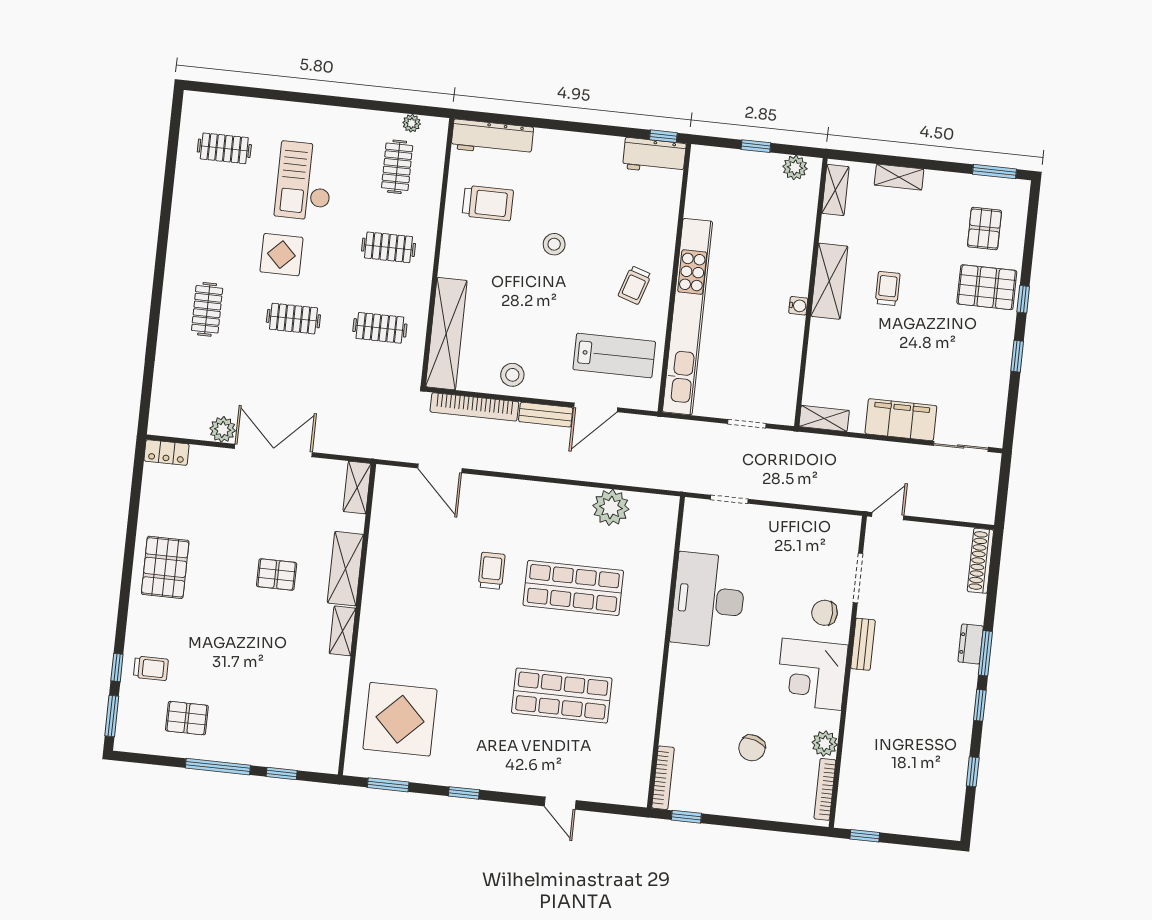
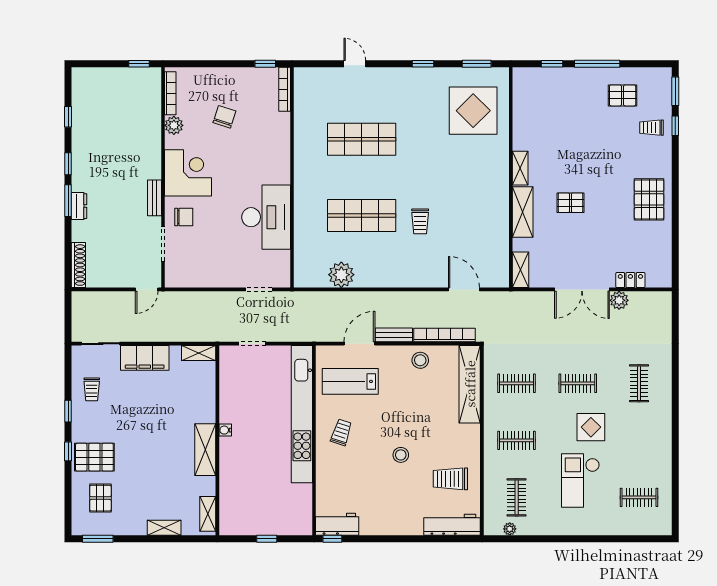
plant: (795, 168) -> (238, 527), removed
checkout: (304, 181) -> (580, 480), turned 180
trolley: (888, 289) -> (92, 389), moved
locker: (167, 452) -> (630, 280), moved

